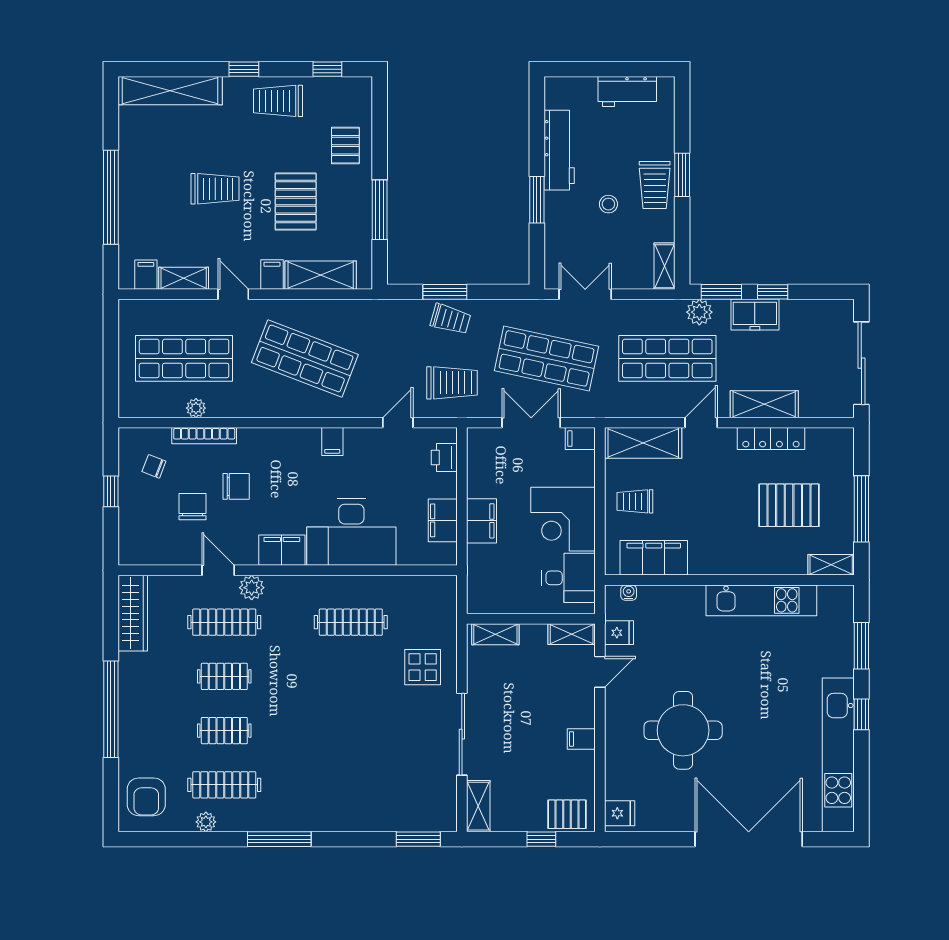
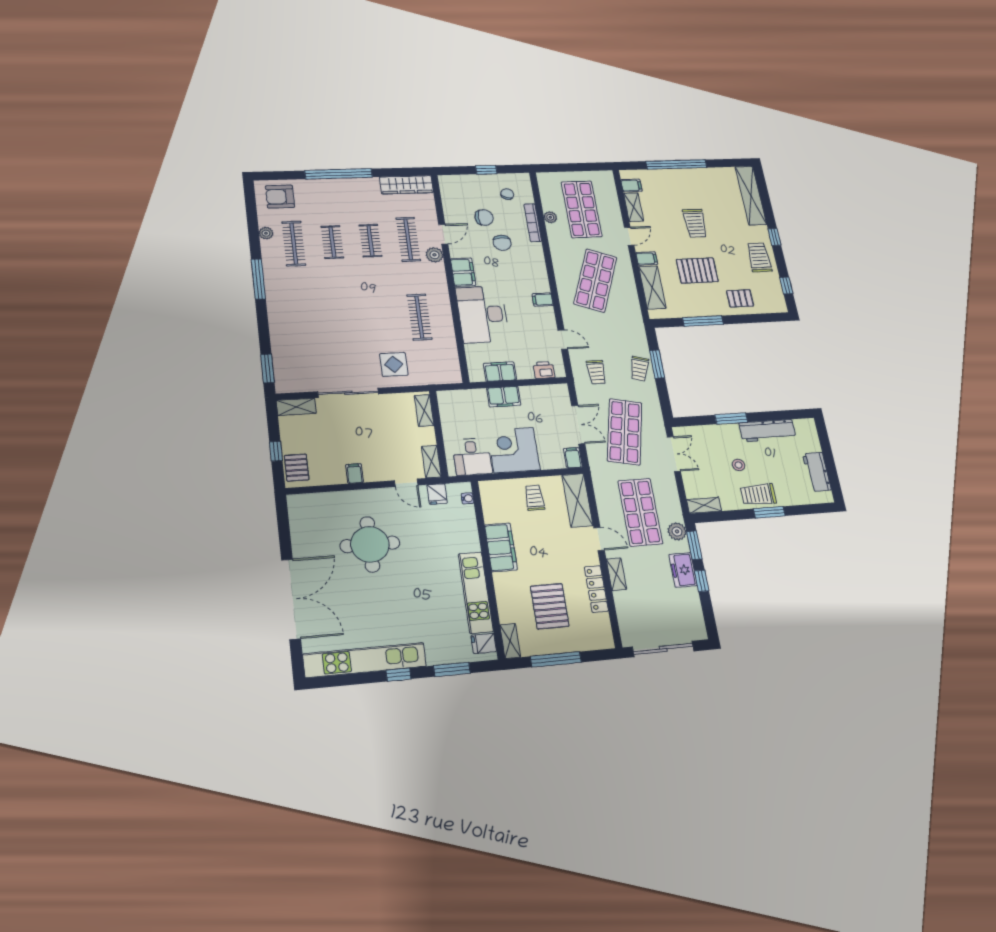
trolley: (452, 383) -> (596, 372), width x0.73, depth x0.72
shelving: (764, 404) -> (616, 574), width x0.67, depth x0.75
filing cabinet: (654, 558) -> (501, 547), moved
fridge: (620, 813) -> (484, 643), moved, turned 90

